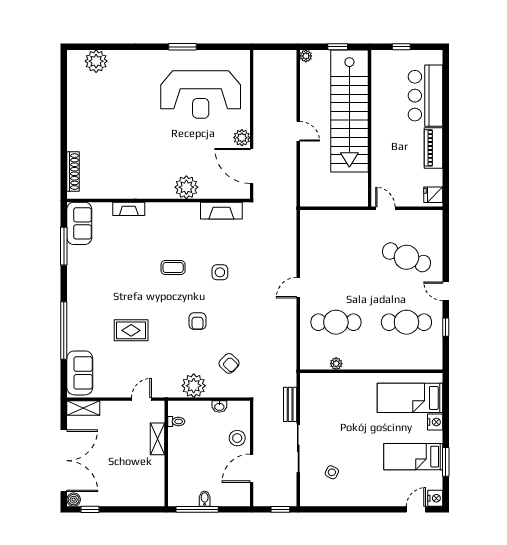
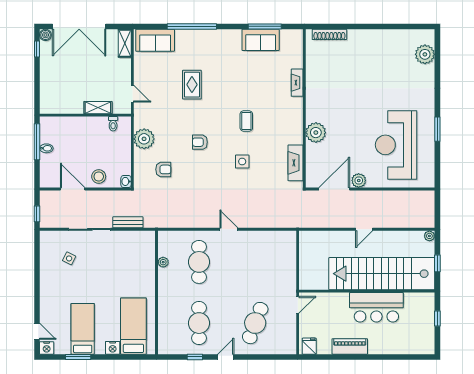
bar counter: (425, 96) -> (376, 307), moved, turned 180
sofa: (79, 223) -> (261, 40), moved
armchair: (229, 363) -> (163, 169), turned -134
washbasin: (219, 407) -> (126, 181), moved

